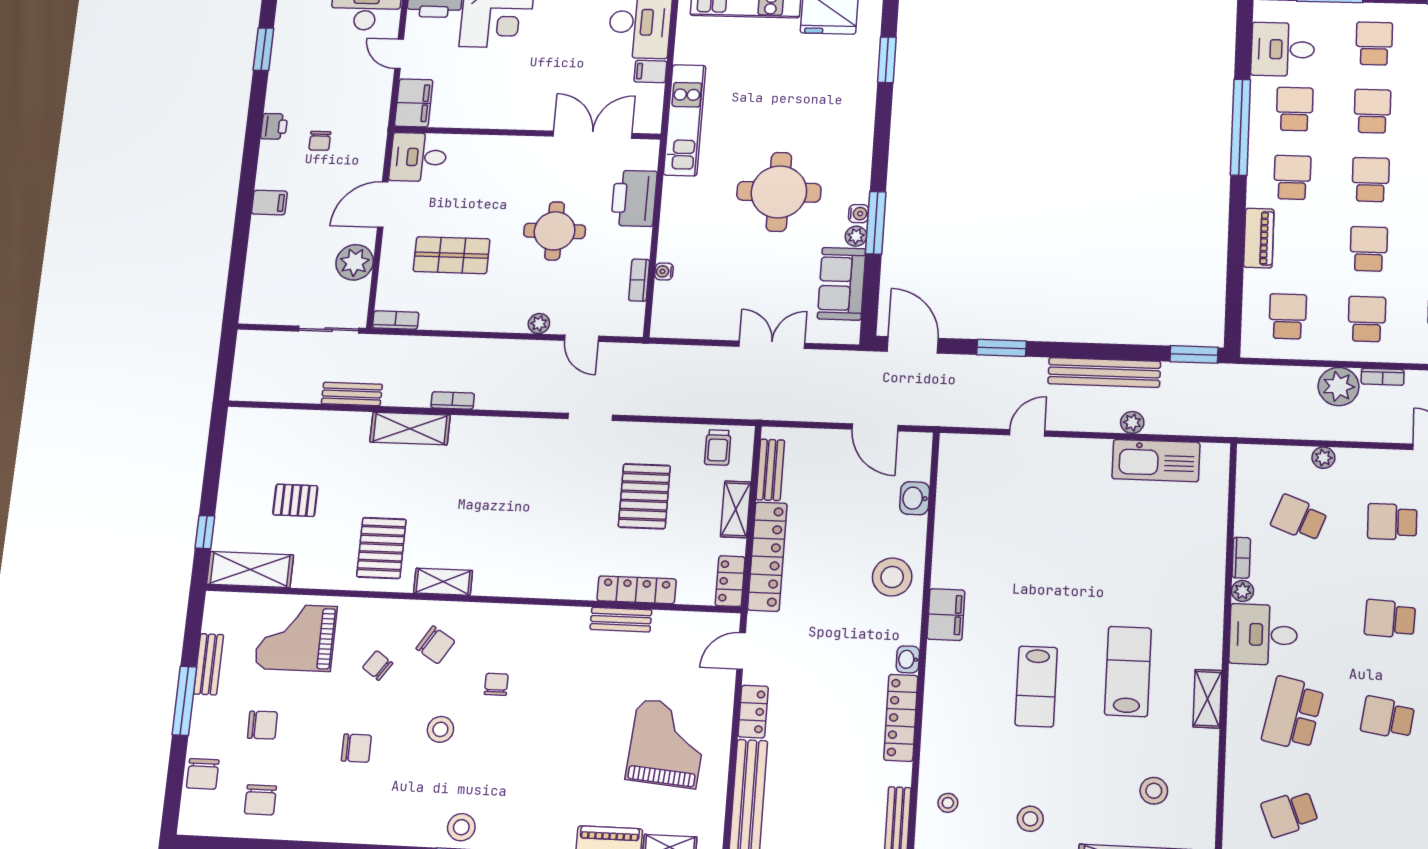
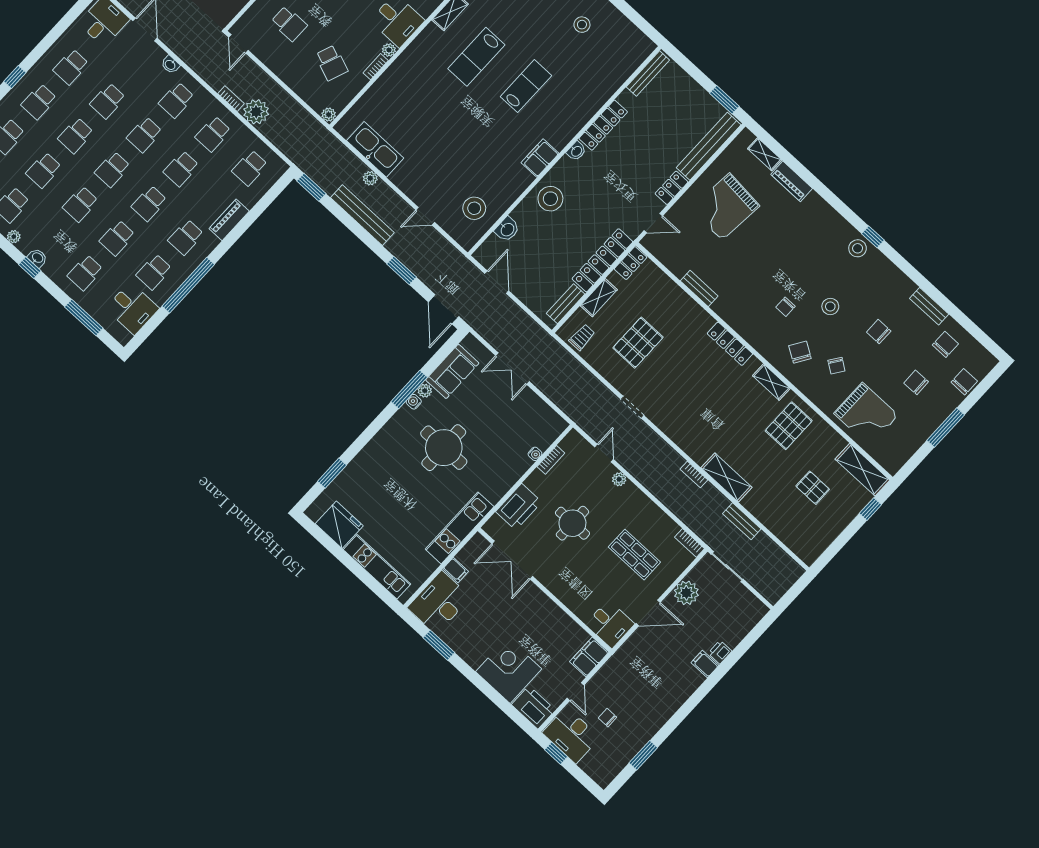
printer: (274, 126) -> (720, 652), moved
chair: (320, 141) -> (608, 718), moved, turned -90
plant: (1323, 458) -> (329, 115), moved
locker: (637, 590) -> (730, 344), moved
bench: (209, 664) -> (929, 306), moved, turned 90
stool: (948, 803) -> (474, 208), moved, width x1.89, depth x1.89

